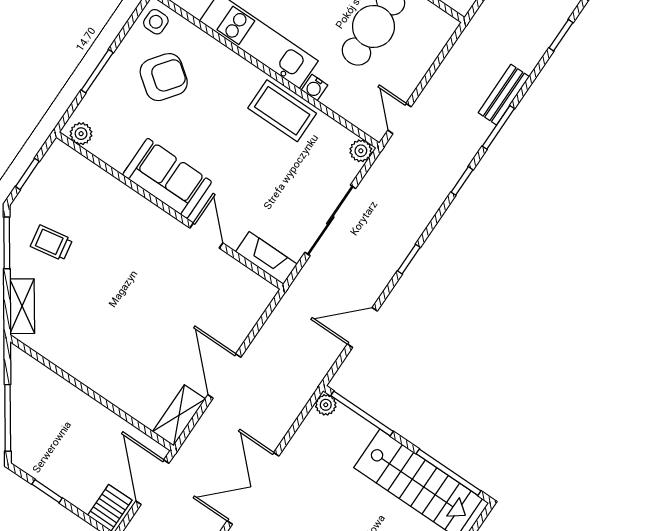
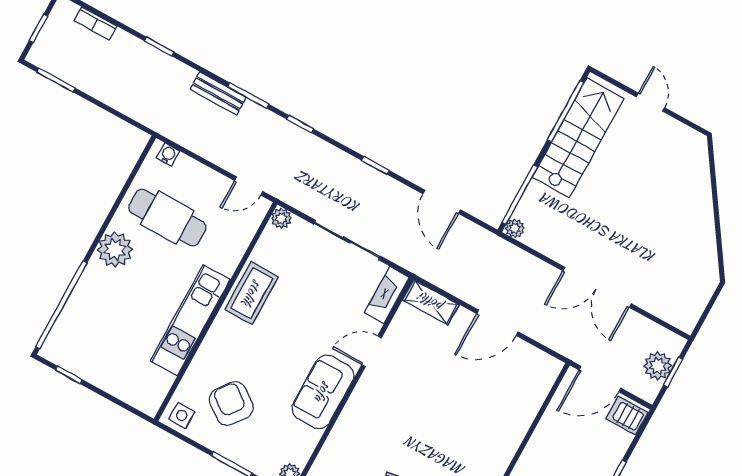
water cooler: (314, 88) -> (168, 155), moved, turned -90
shelving: (179, 415) -> (431, 302), moved

